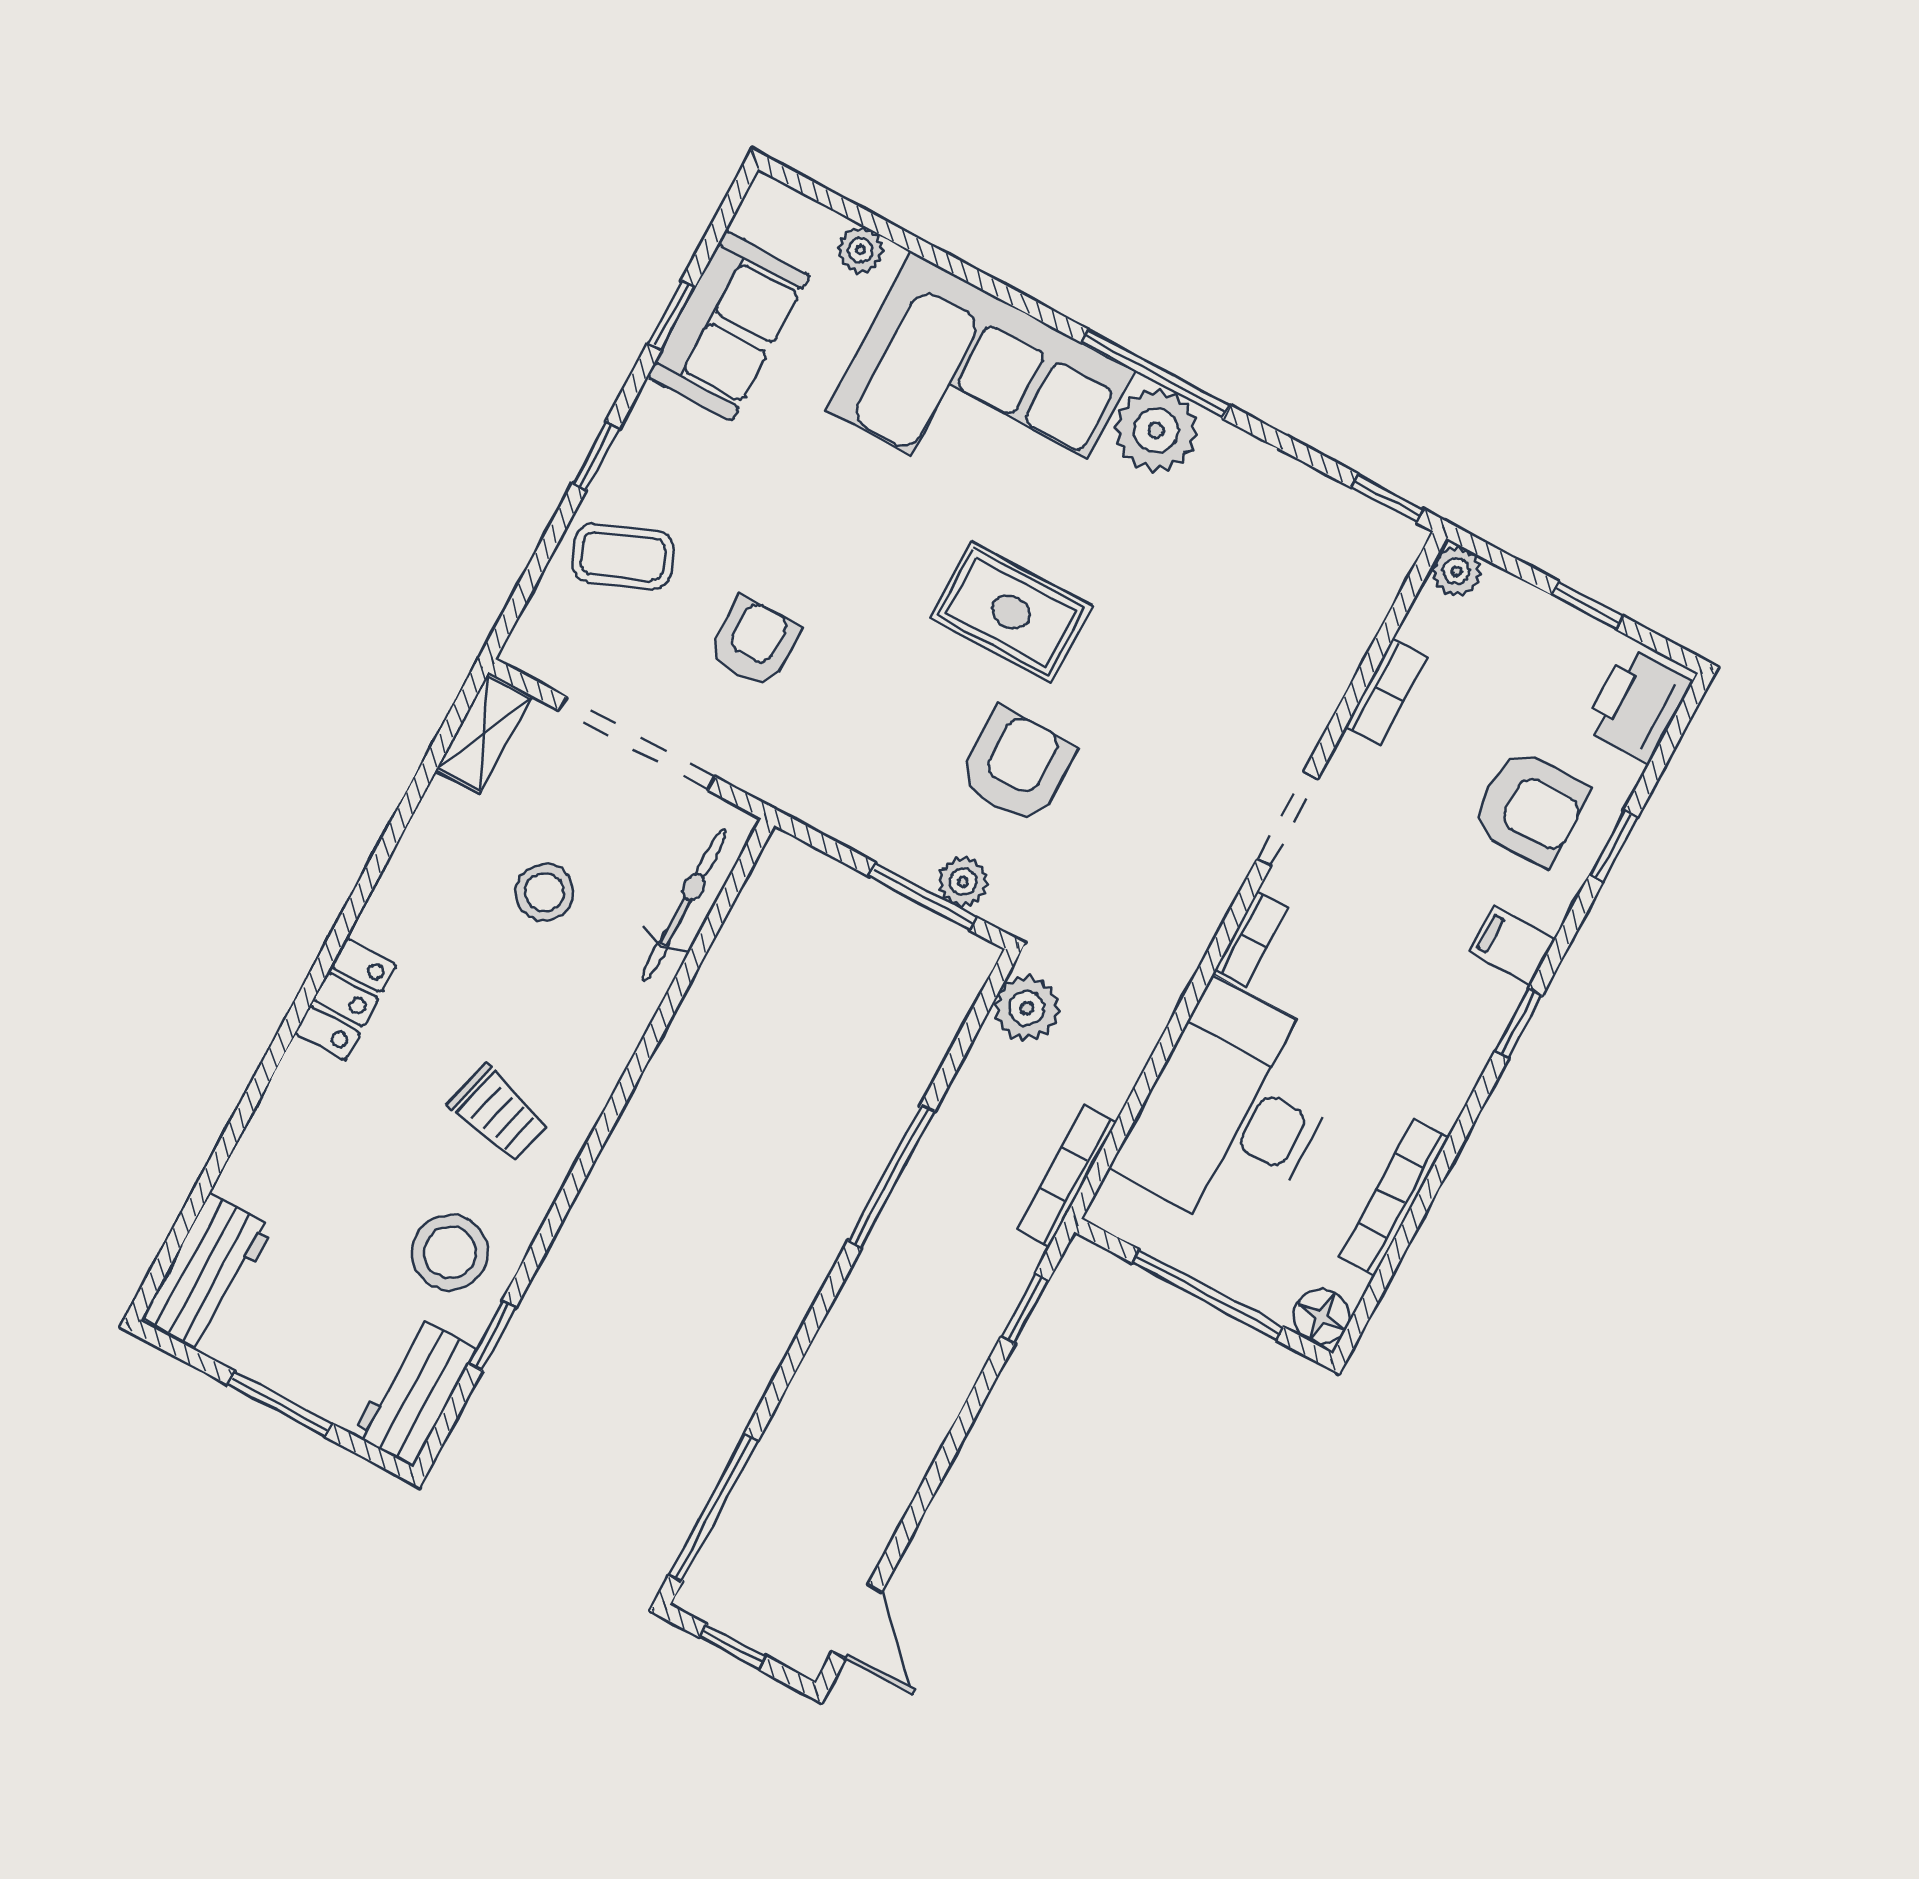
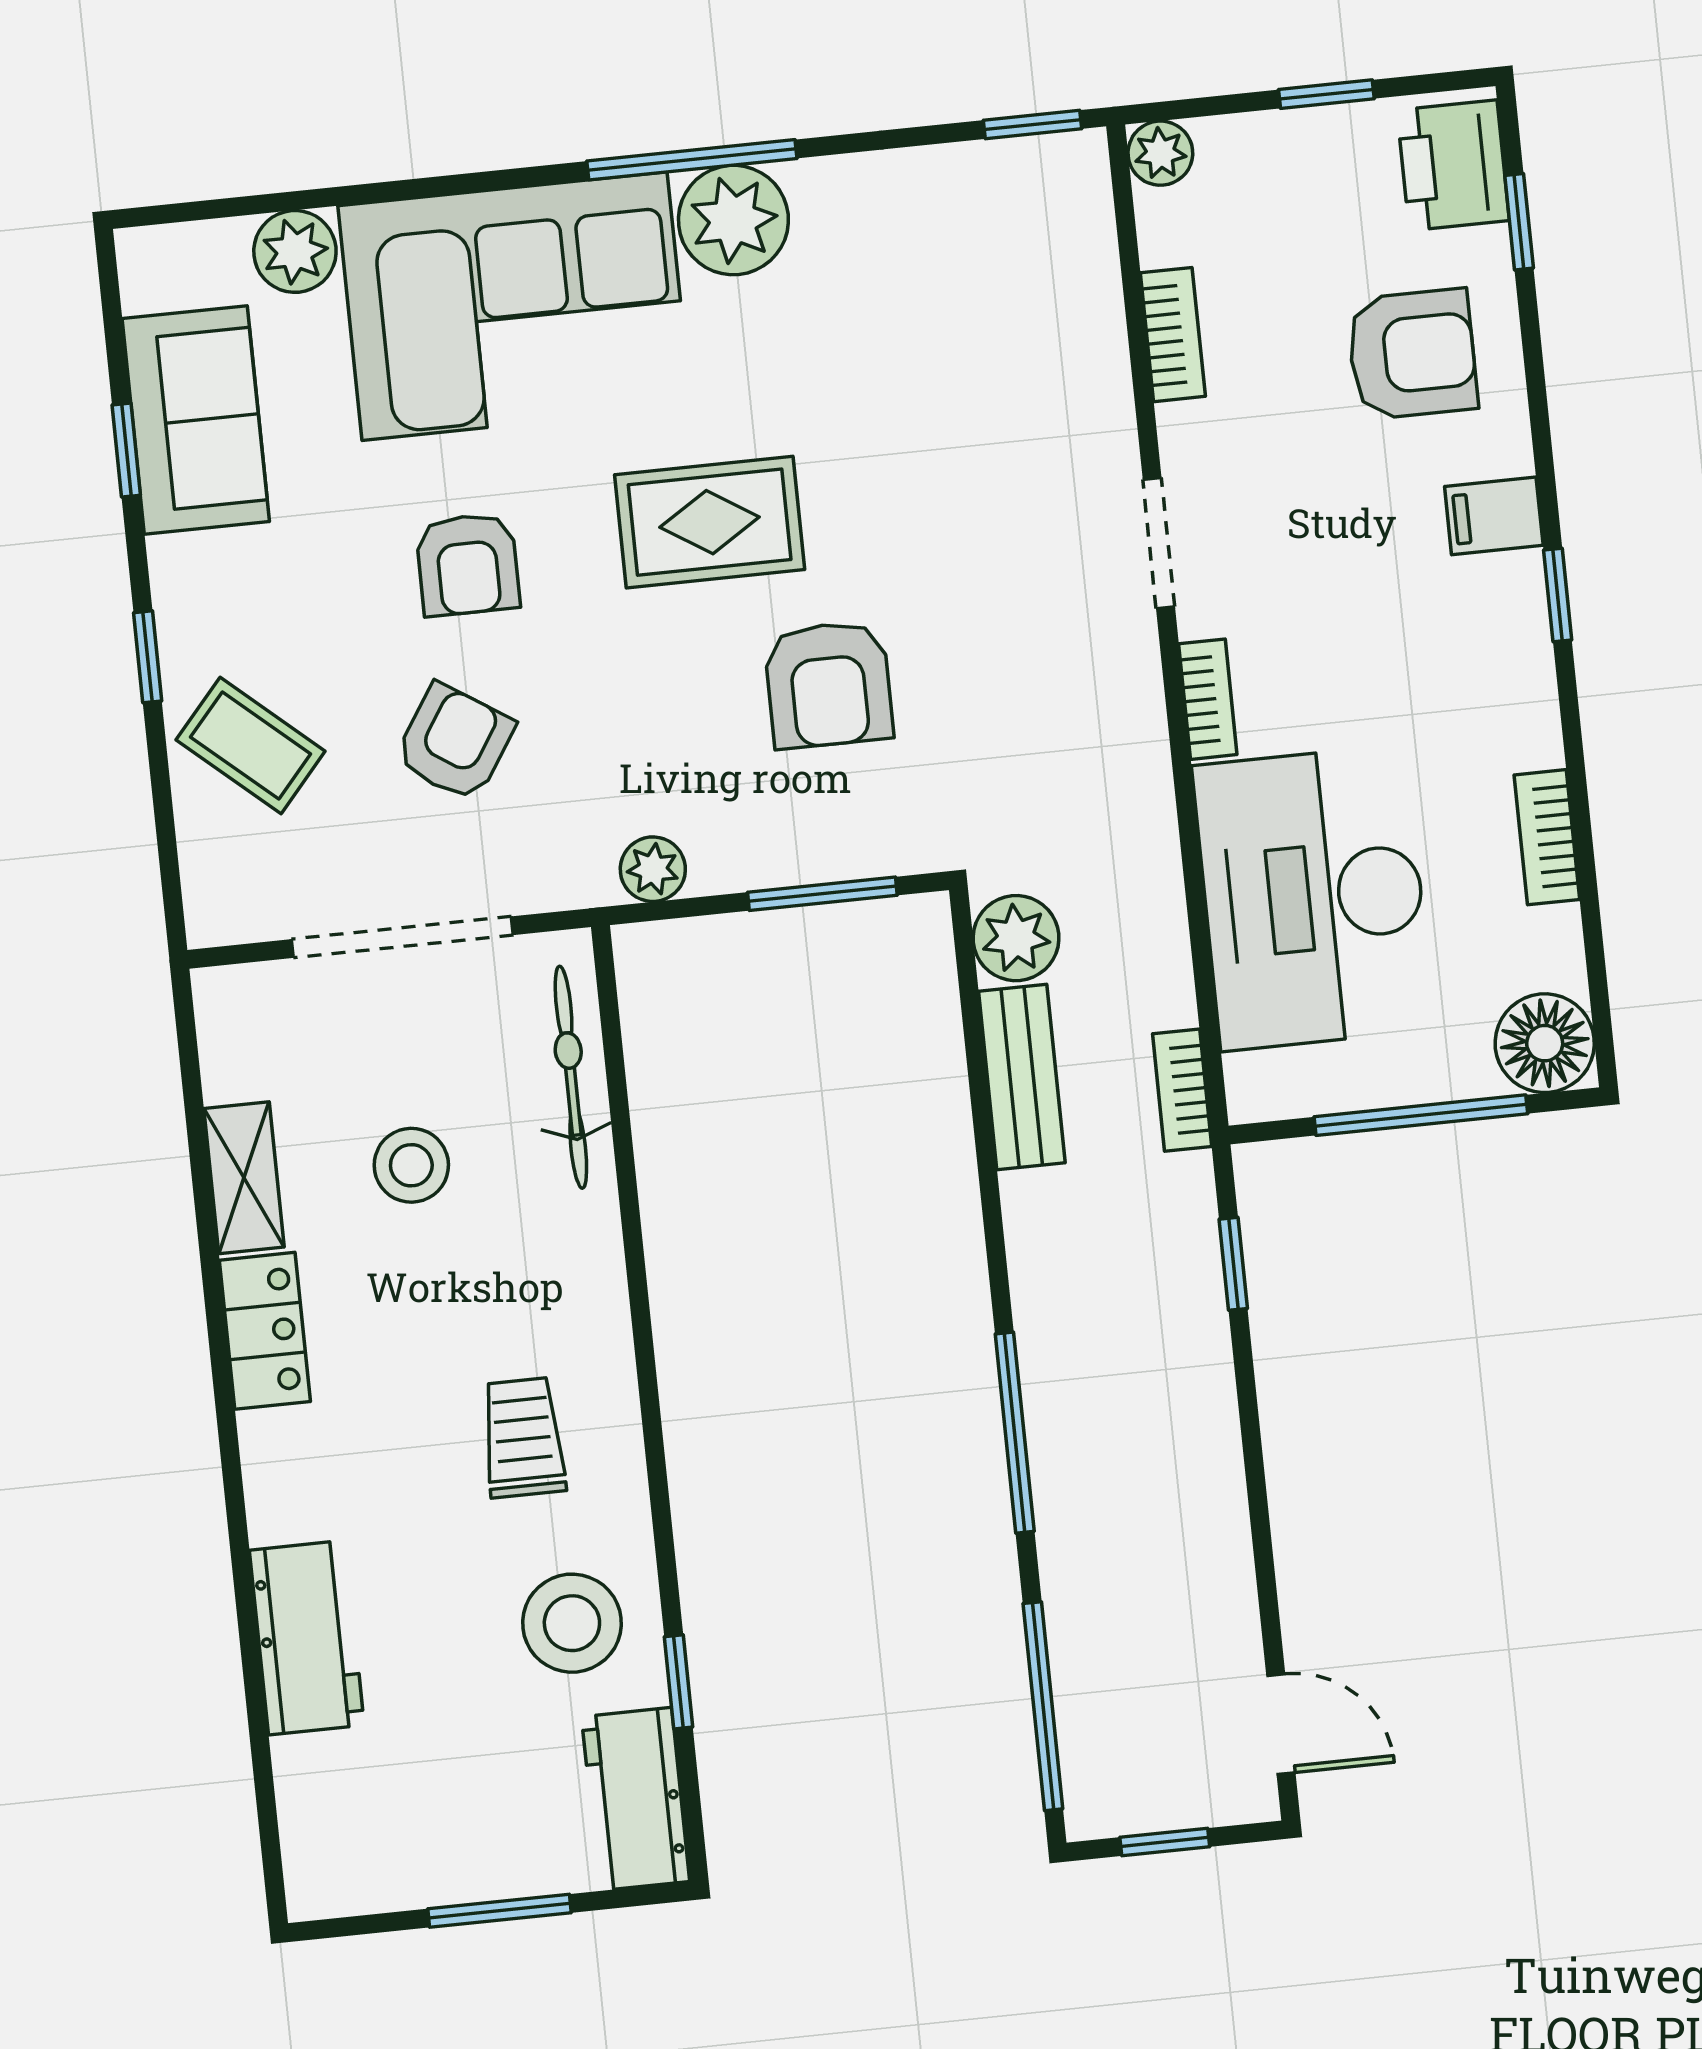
plant: (860, 250) -> (295, 251), width x1.38, depth x1.38
armchair: (839, 535) -> (468, 564), added
coffee table: (623, 556) -> (251, 746), turned 63
armchair: (754, 642) -> (455, 742), turned 33
shelving: (484, 733) -> (244, 1178), moved
armchair: (1017, 766) -> (828, 685), turned 180
window: (1614, 846) -> (1519, 222), moved
plant: (963, 882) -> (653, 869), moved
locker: (346, 999) -> (265, 1331), moved
bench: (971, 1099) -> (1022, 1077), added
trolley: (499, 1113) -> (523, 1438), turned -105
window: (891, 1176) -> (1015, 1433), moved
bookcase: (1067, 1176) -> (1182, 1090), width x0.64
bookcase: (1394, 1197) -> (1547, 837), width x0.64
workbench: (208, 1273) -> (307, 1638), moved
floor lamp: (1322, 1316) -> (1545, 1043), width x1.38, depth x1.38

